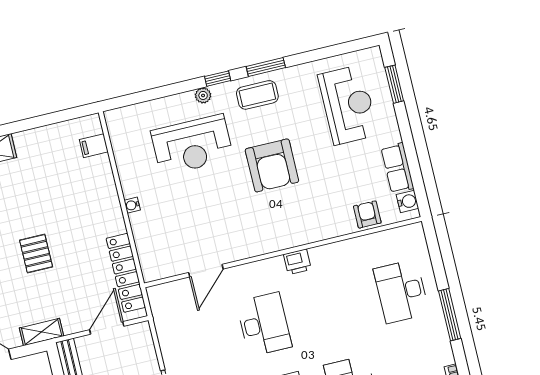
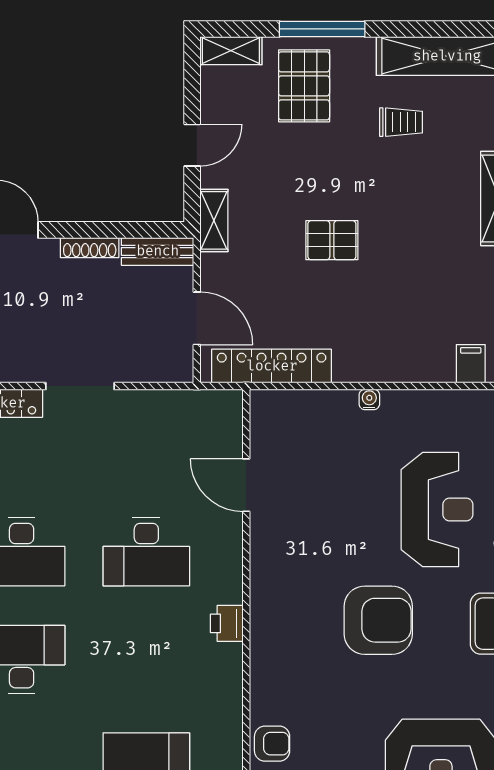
reception desk: (192, 145) -> (437, 510), turned 180
armchair: (272, 165) -> (378, 620), turned 180

